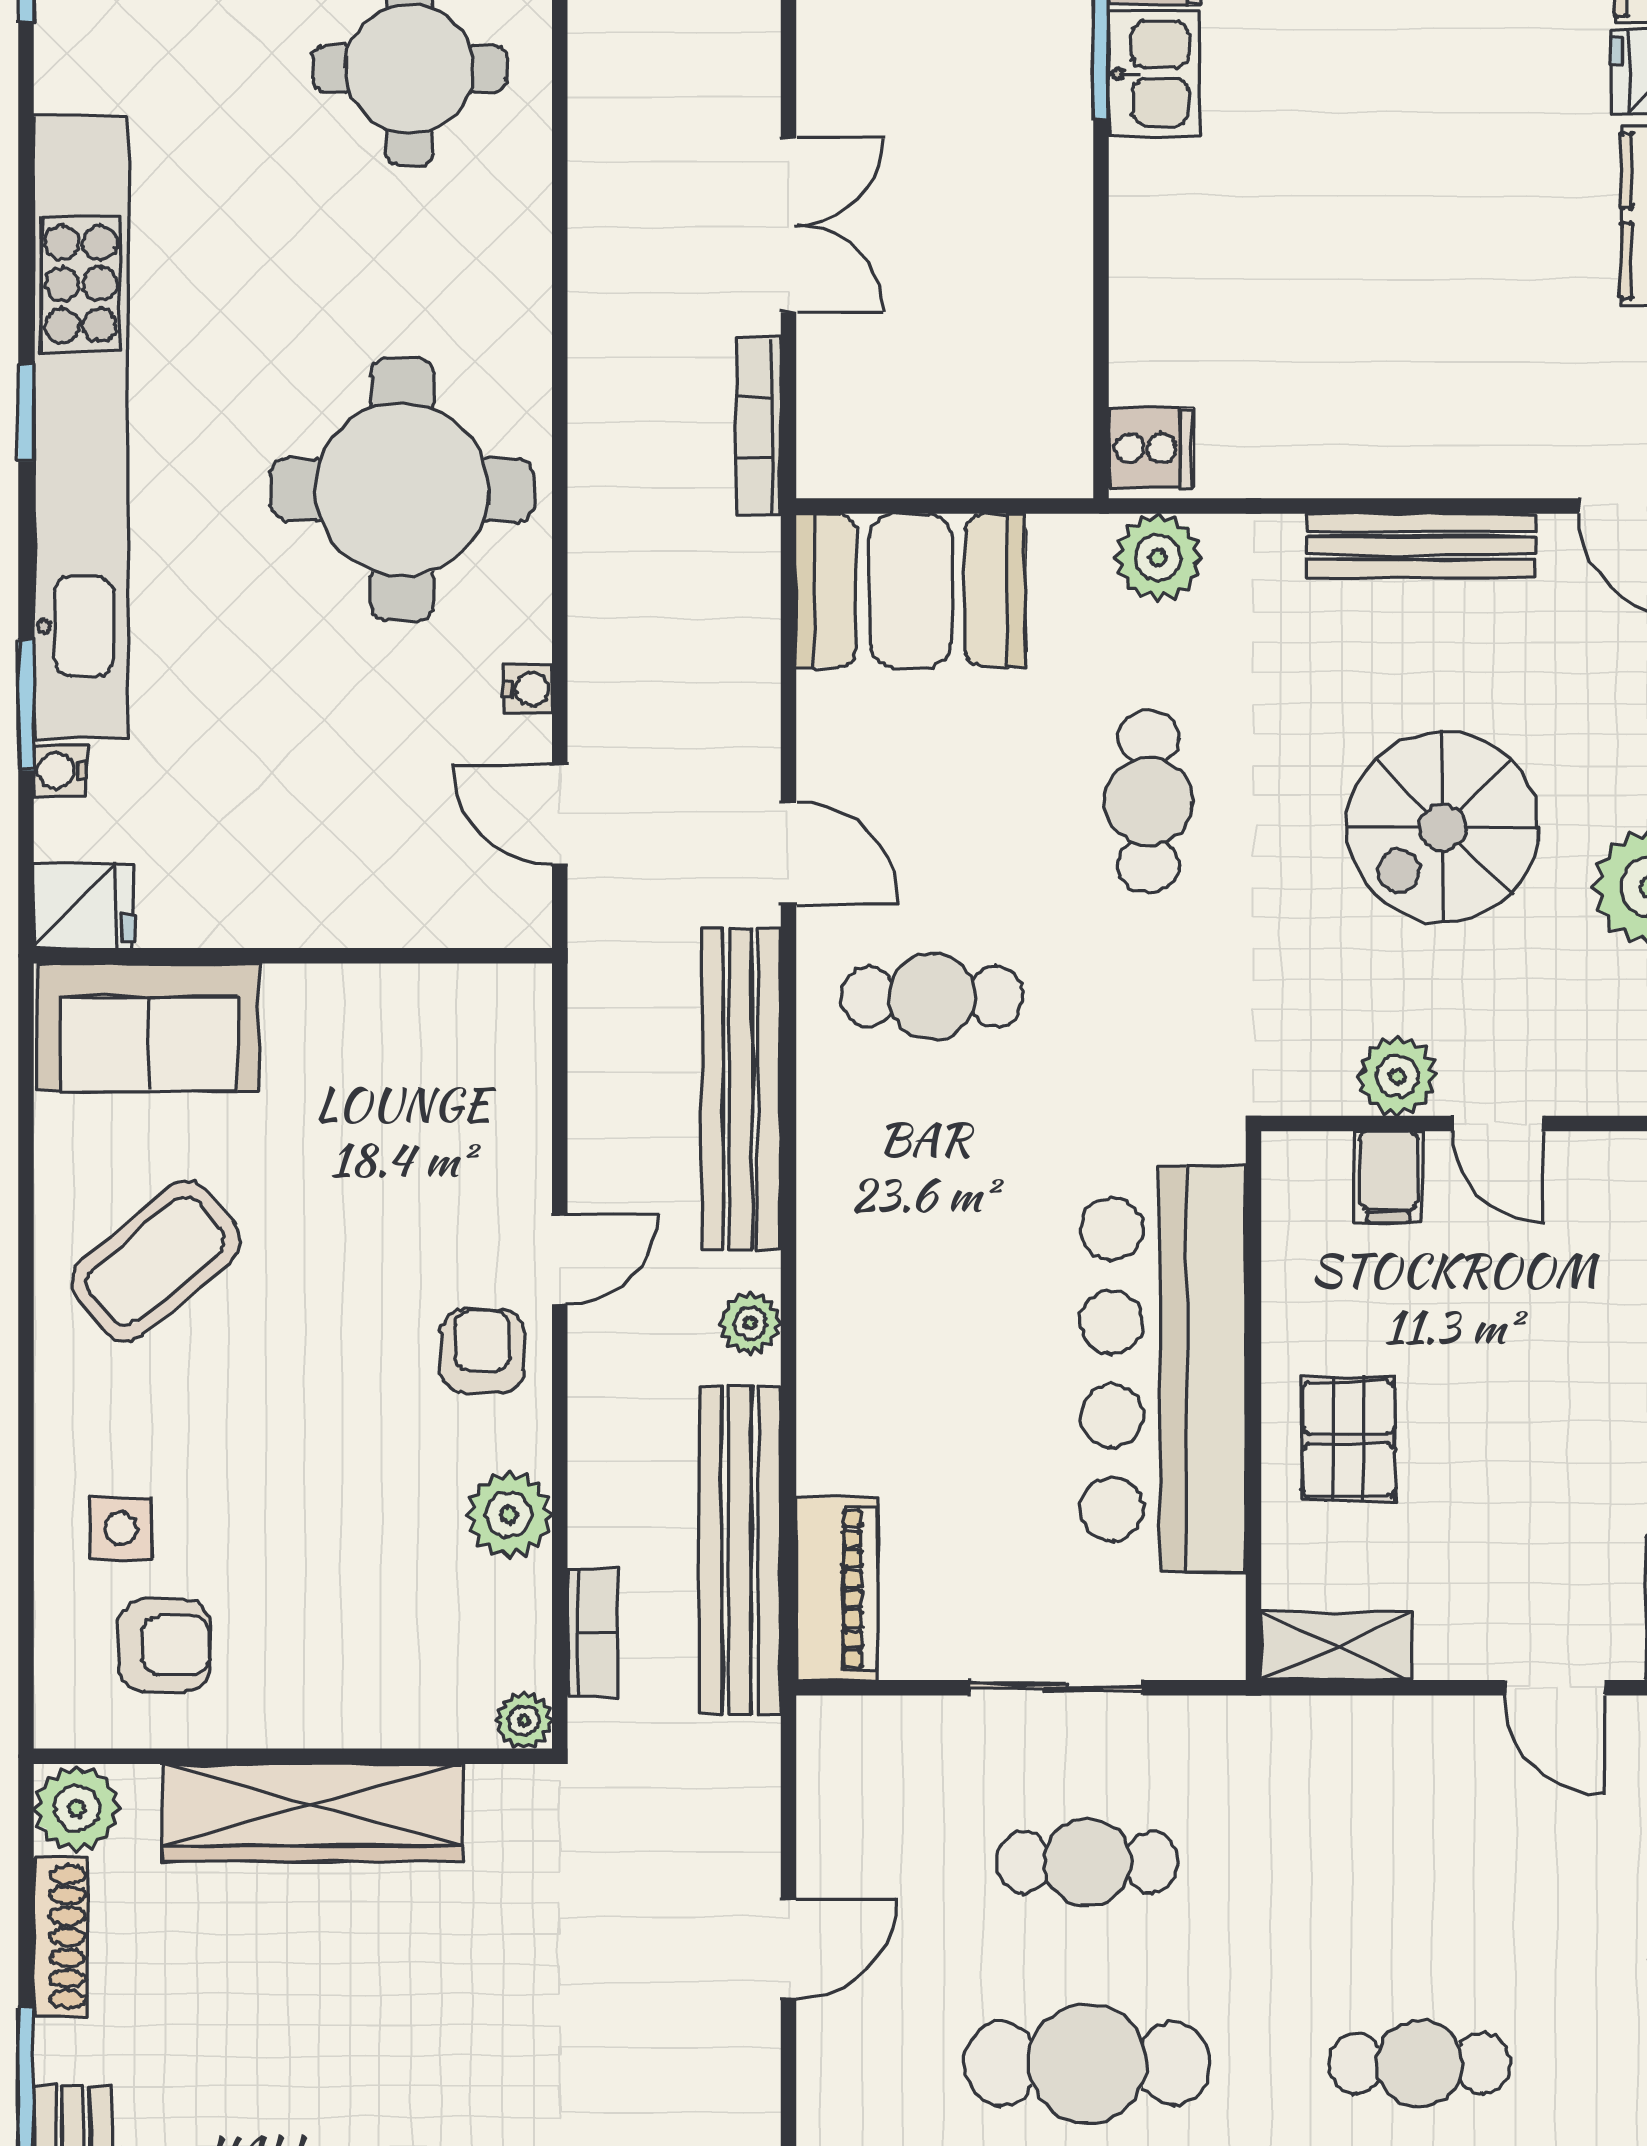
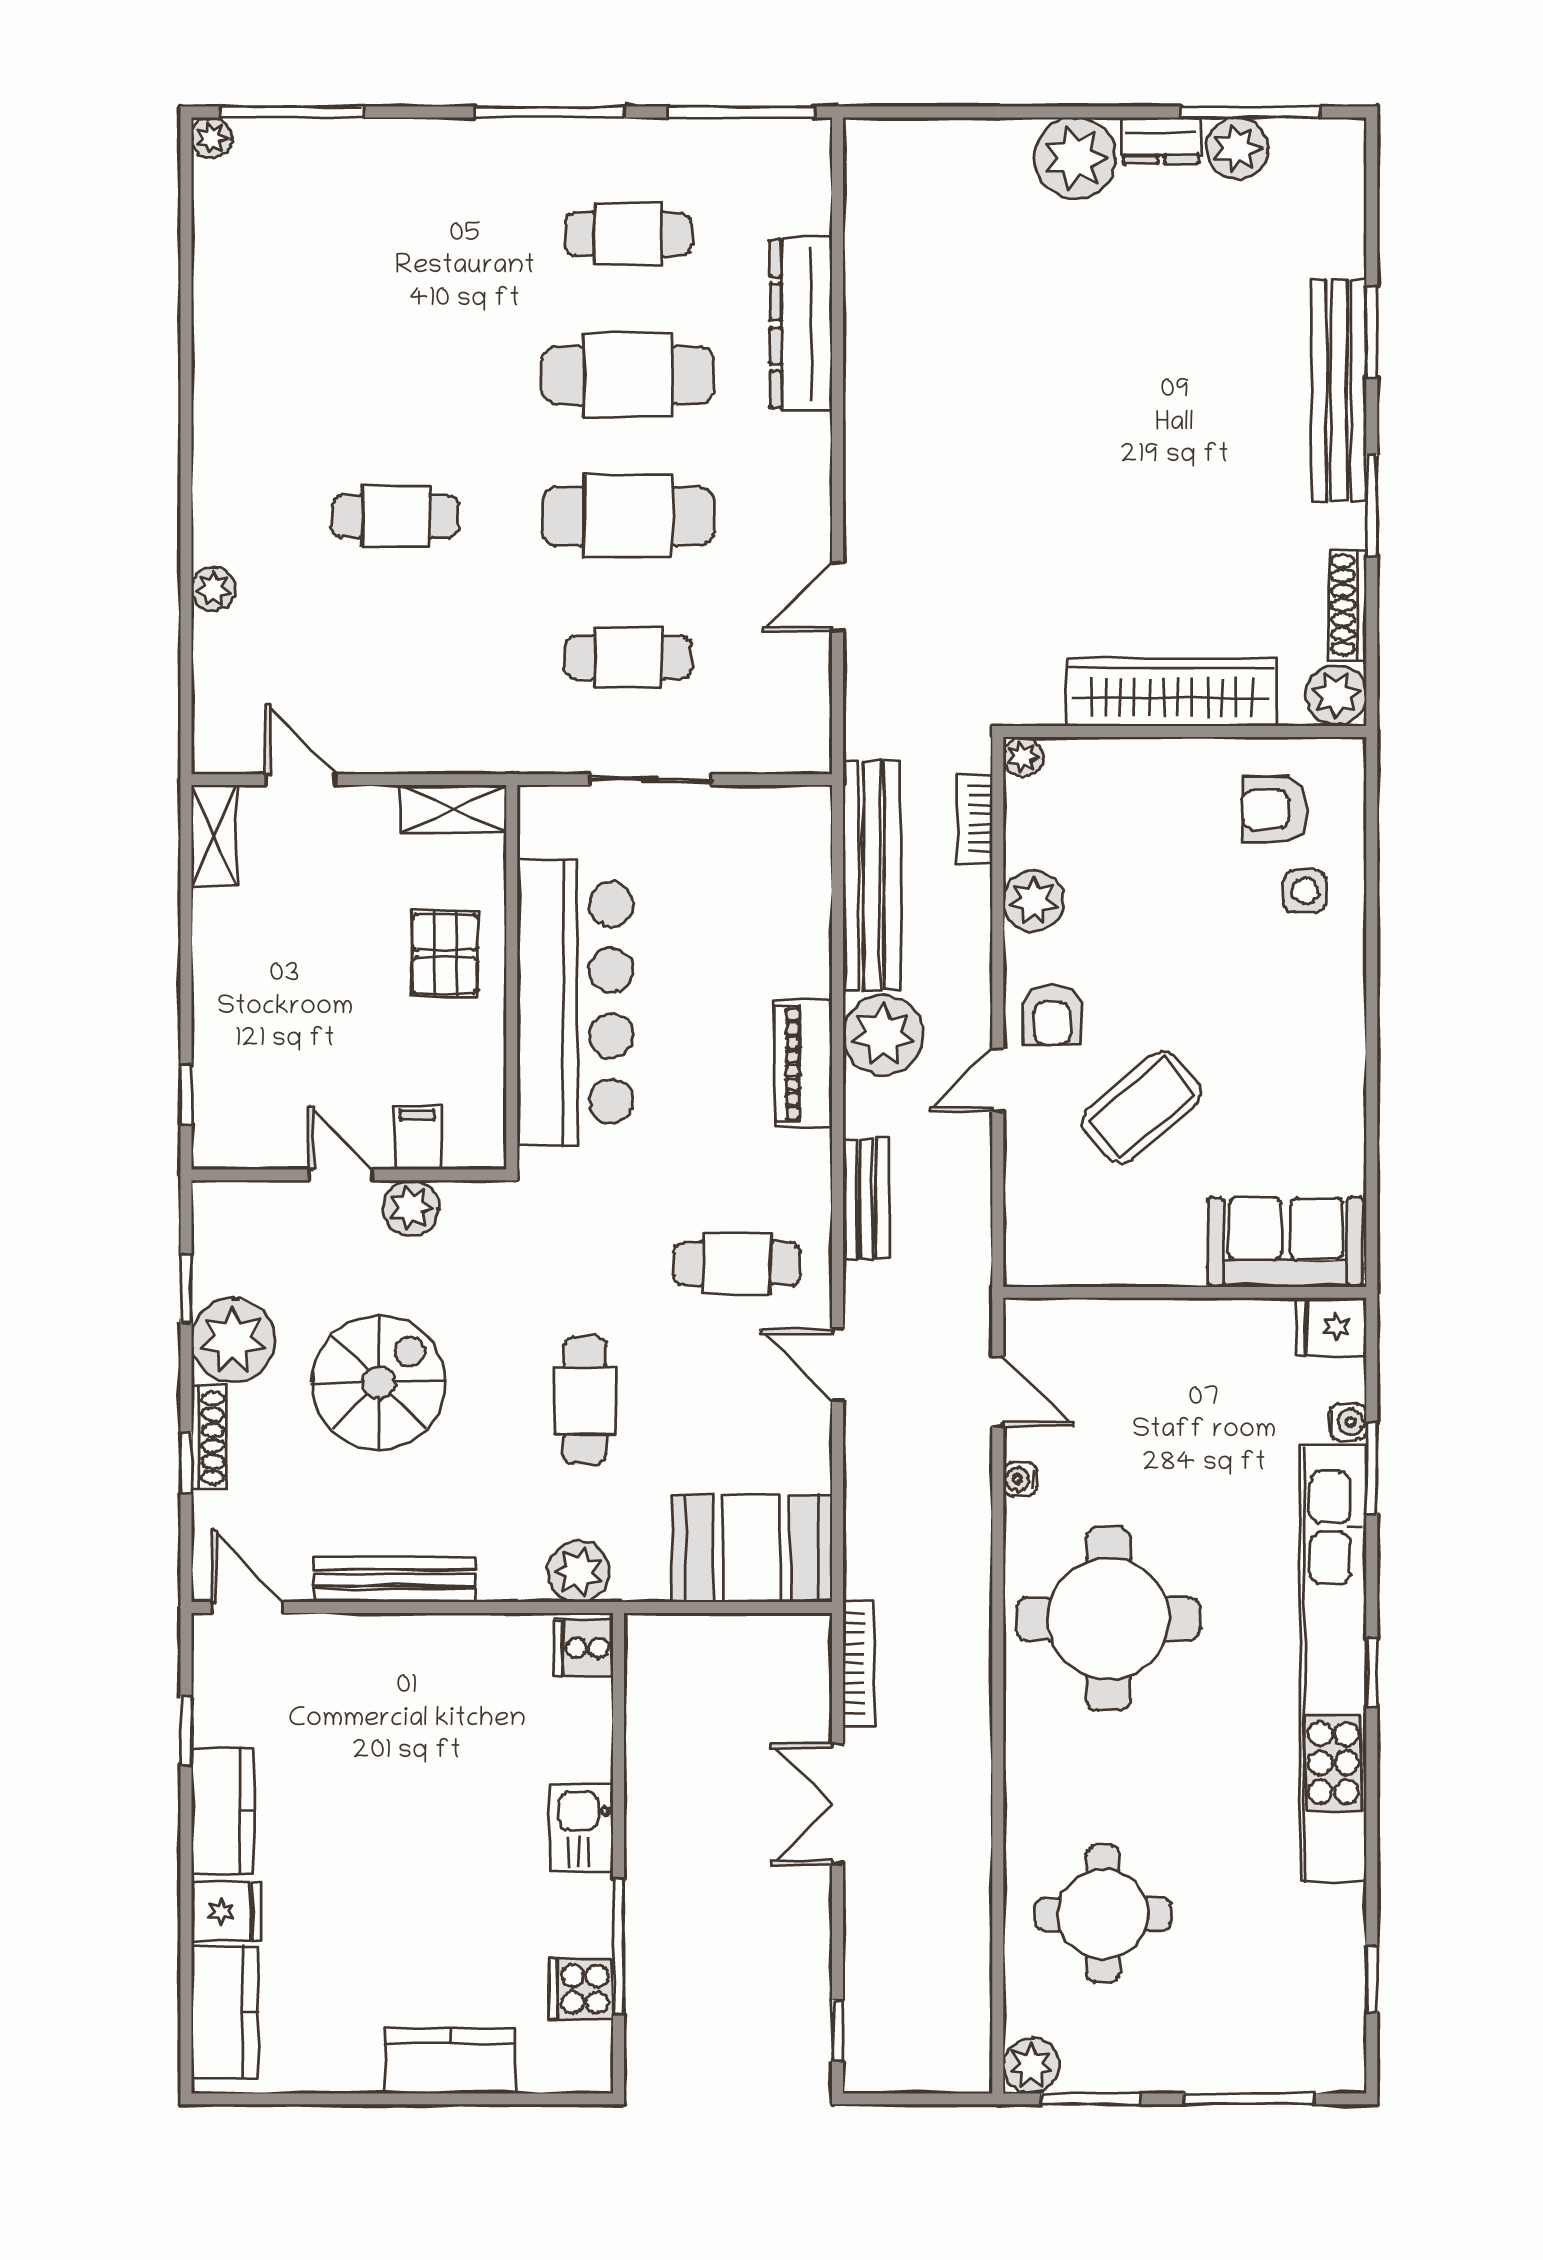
kitchen sink: (1154, 73) -> (581, 1829), moved
bench: (741, 1089) -> (866, 1199), width x0.54, depth x0.82
coffee table: (156, 1261) -> (1142, 1107), moved
plant: (750, 1323) -> (883, 1035), width x1.87, depth x1.87
piano: (837, 1589) -> (804, 1064), moved

